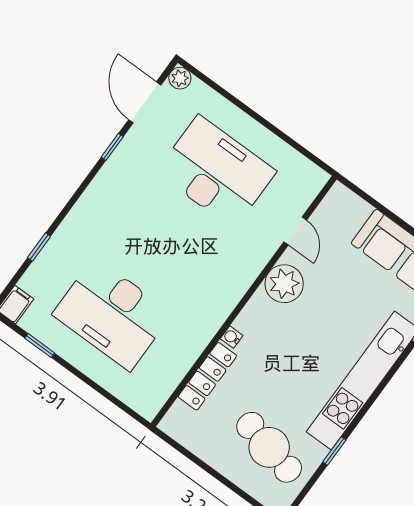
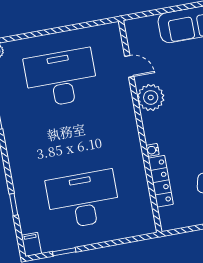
desk: (112, 314) -> (83, 200), turned 180

